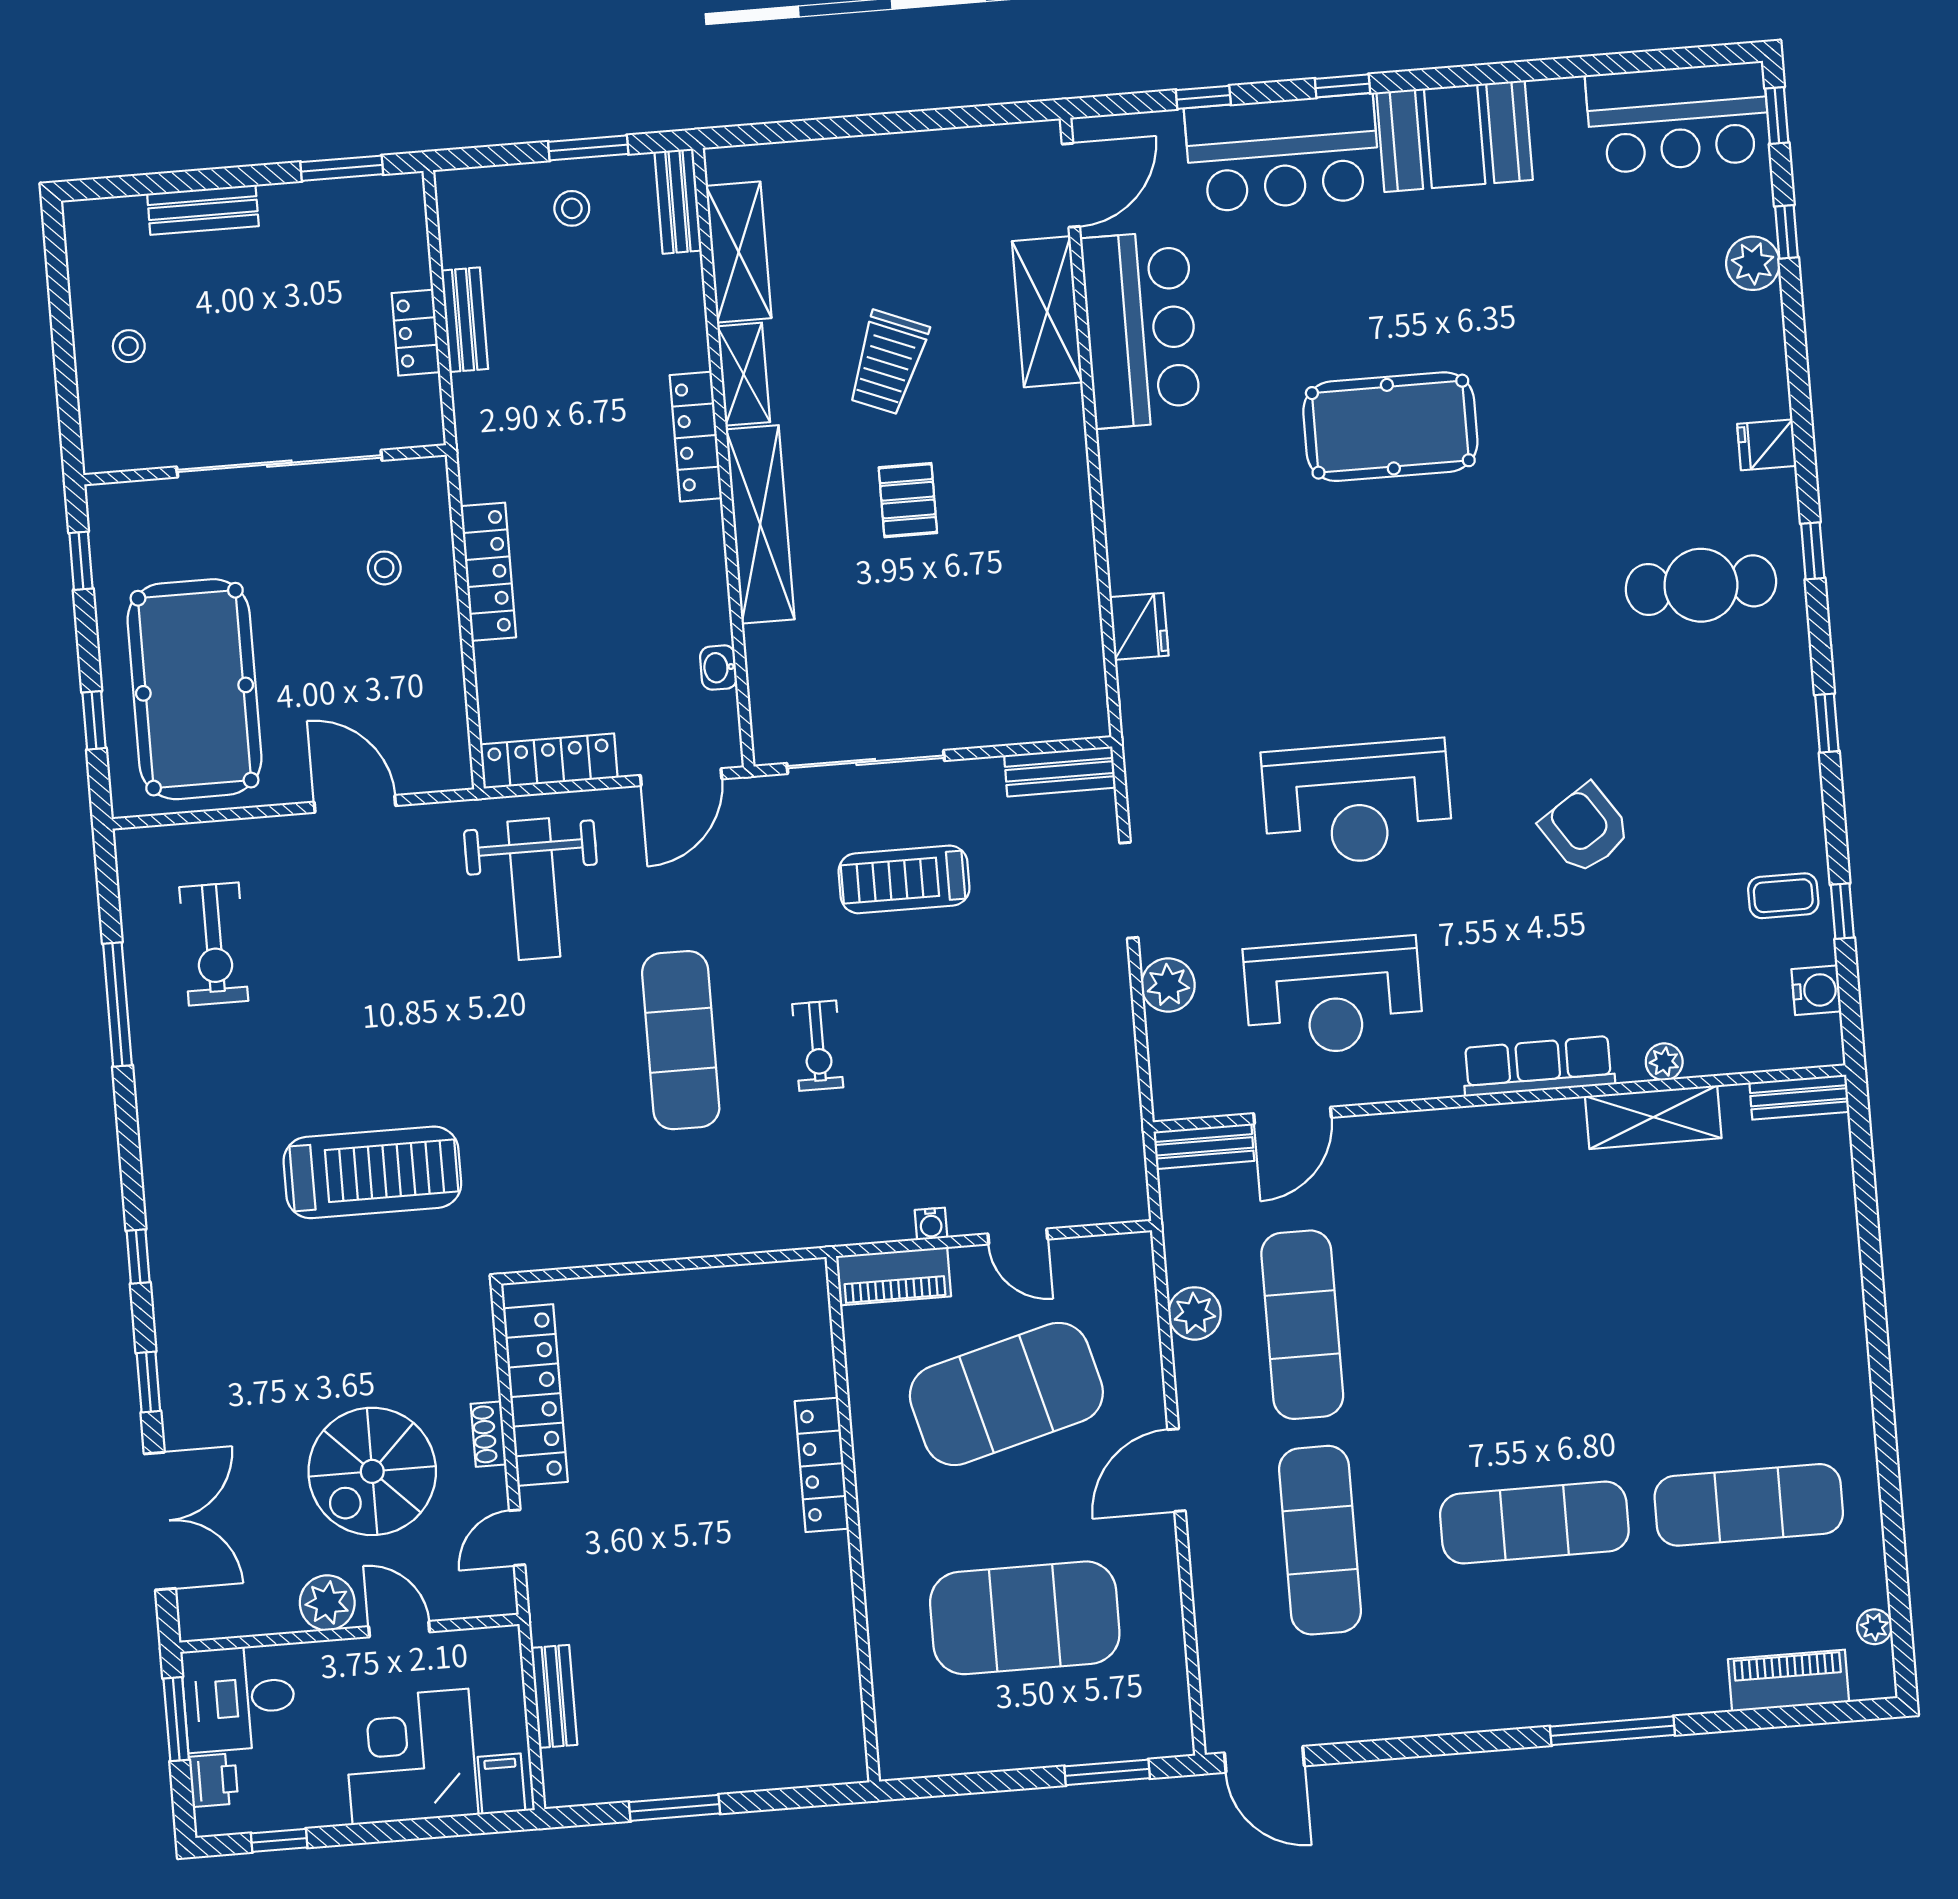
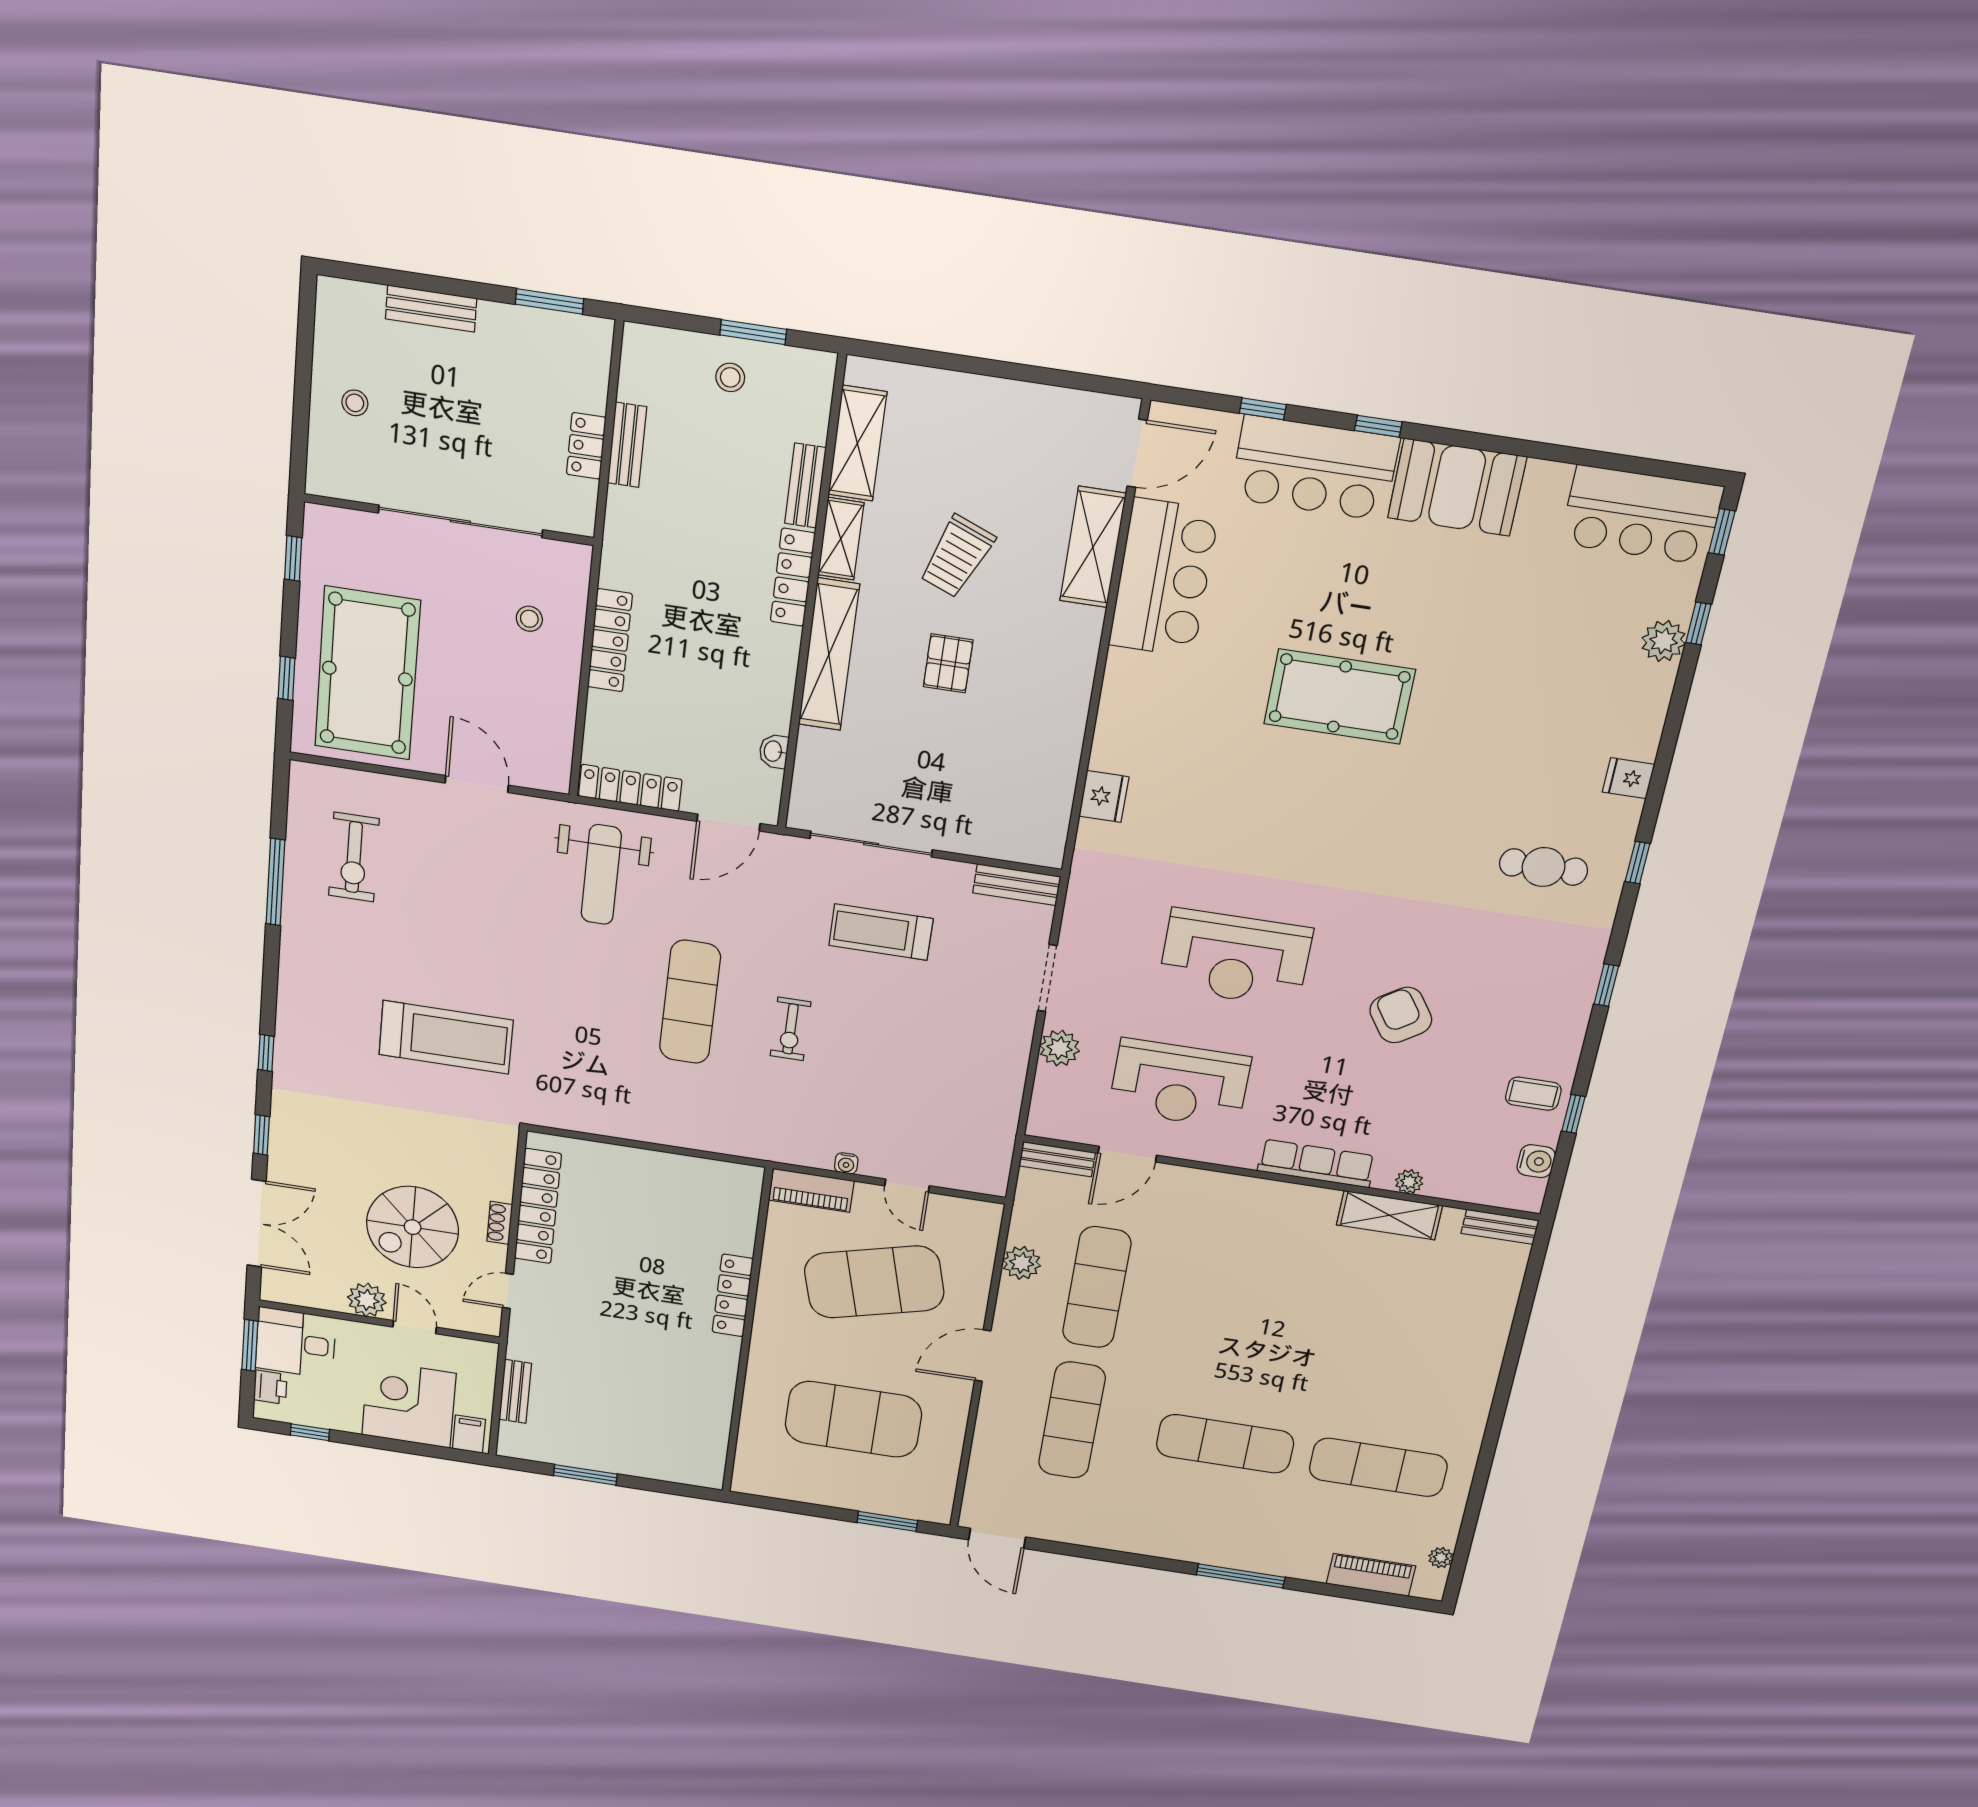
bench: (678, 201) -> (805, 486), moved
cafe table: (1701, 585) -> (1544, 867), width x0.73, depth x0.74

